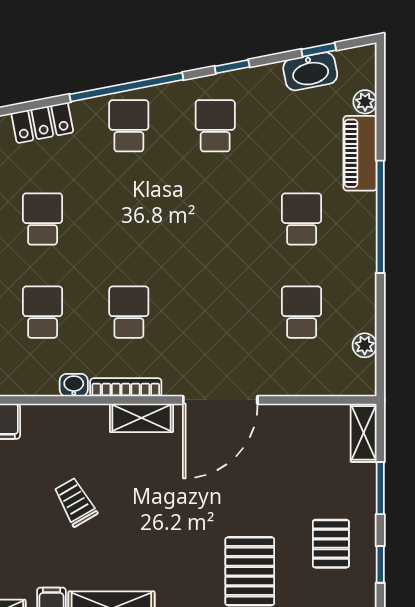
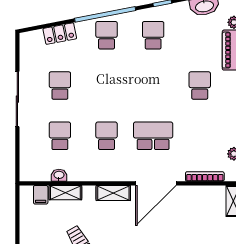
school desk: (302, 312) -> (153, 136), moved, width x1.85
washbasin: (74, 385) -> (59, 175), moved
bookcase: (126, 387) -> (205, 176), moved
shelving: (53, 417) -> (65, 193), added

